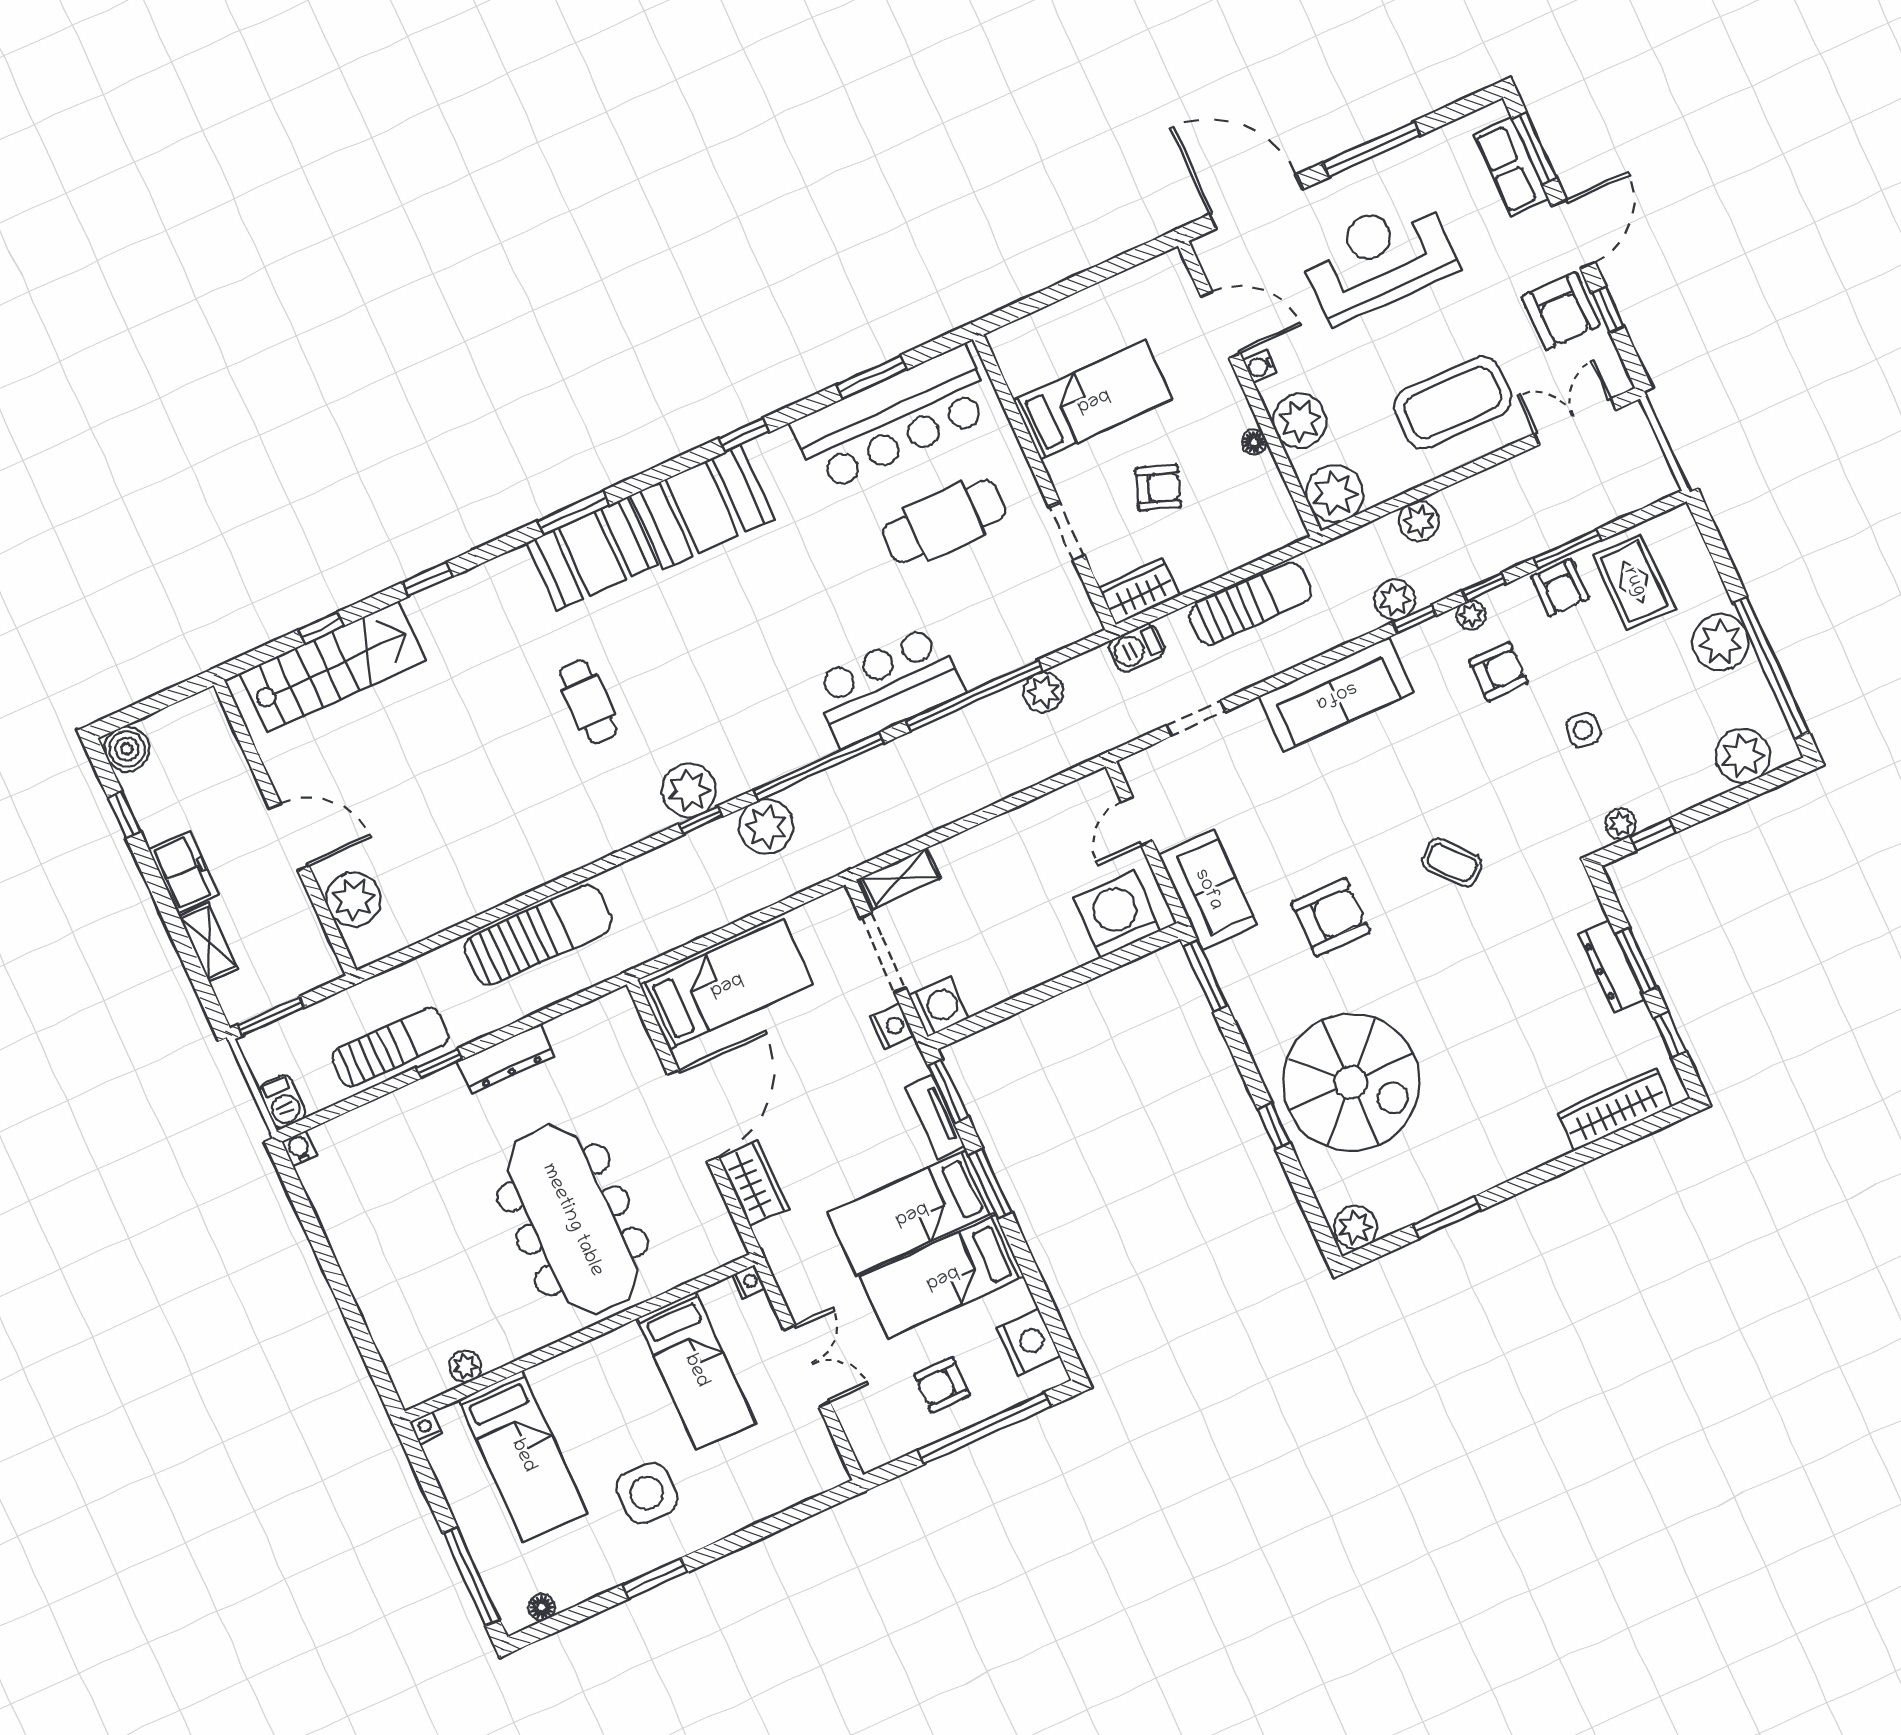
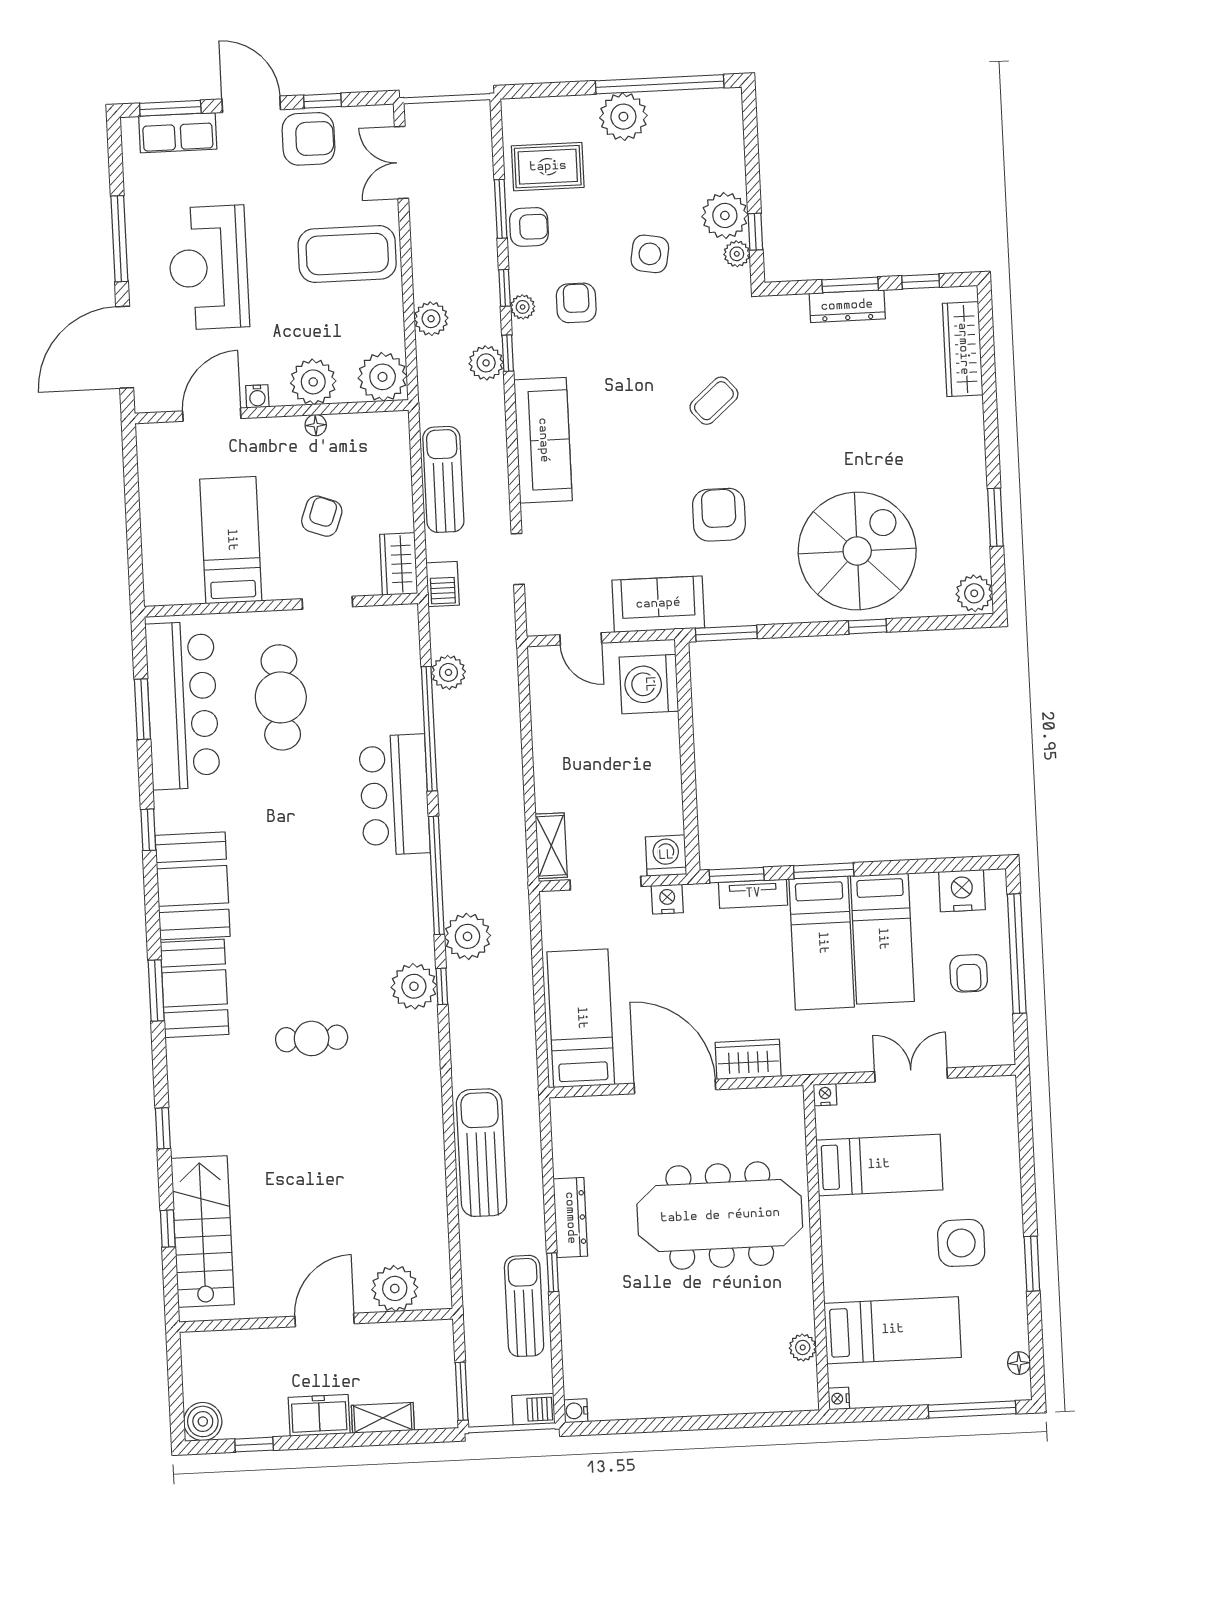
coffee table: (1453, 402) -> (347, 254), turned 90
side table: (1583, 730) -> (650, 254), width x1.37, depth x1.37
plant: (1743, 756) -> (725, 215), moved

